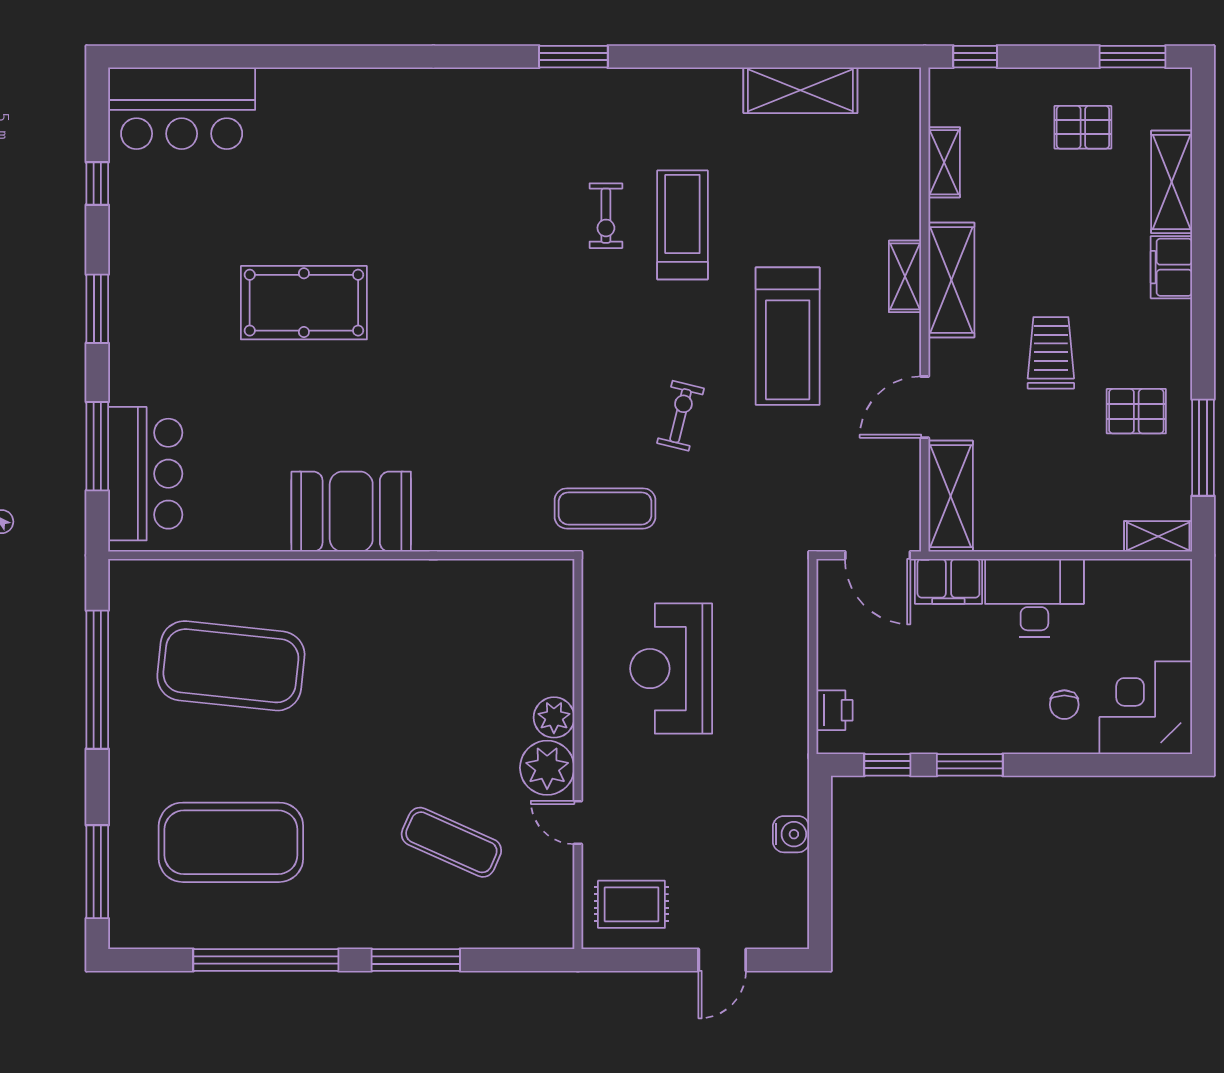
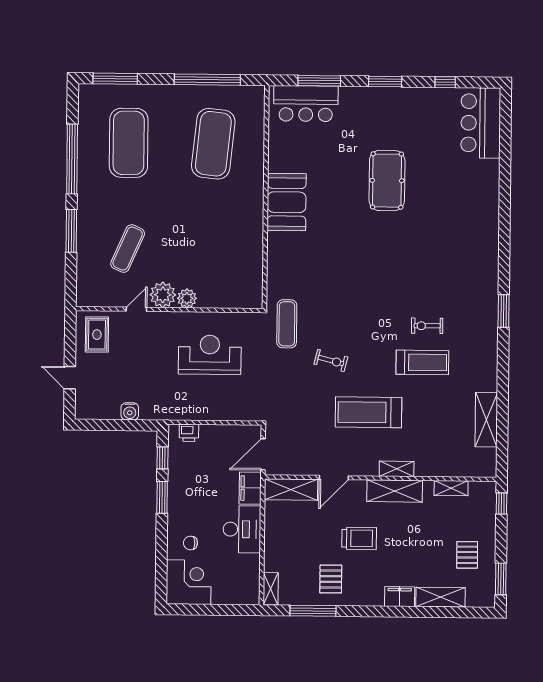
door: (925, 407) -> (334, 478), swing flipped

